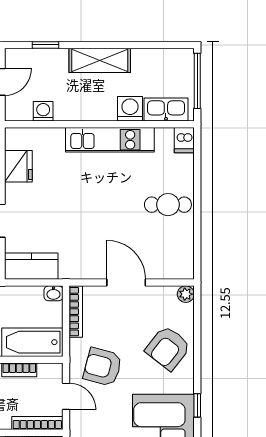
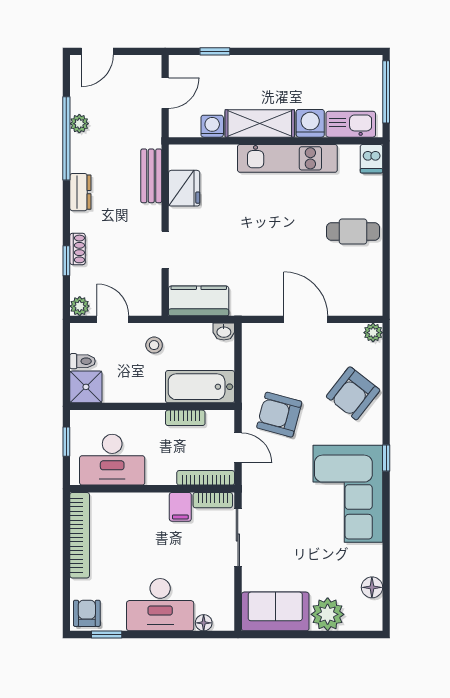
shelving: (100, 60) -> (260, 123), moved
bookcase: (76, 312) -> (249, 352), removed

